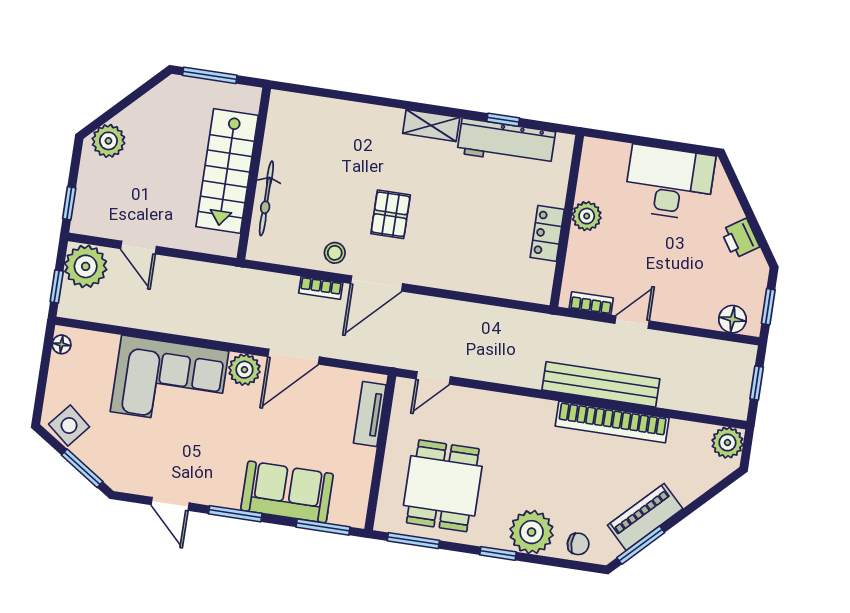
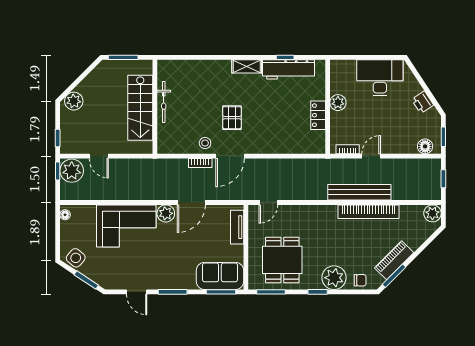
bicycle: (266, 198) -> (164, 102), moved
window: (57, 286) -> (58, 171), moved
sofa: (287, 492) -> (220, 276), moved

